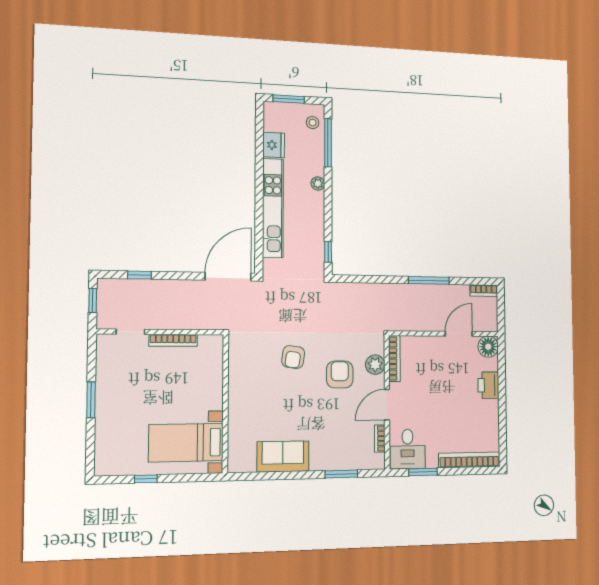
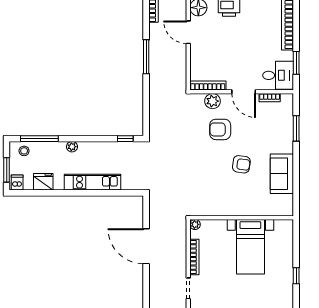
dishwasher: (273, 112) -> (17, 182), added
kitchen unit: (273, 208) -> (92, 182), width x0.73
window: (139, 275) -> (146, 282), removed
door: (228, 277) -> (146, 246), moved
plant: (217, 341) -> (195, 224), added
armchair: (293, 357) -> (241, 164), moved
bed with nightstands: (186, 443) -> (250, 247), moved

